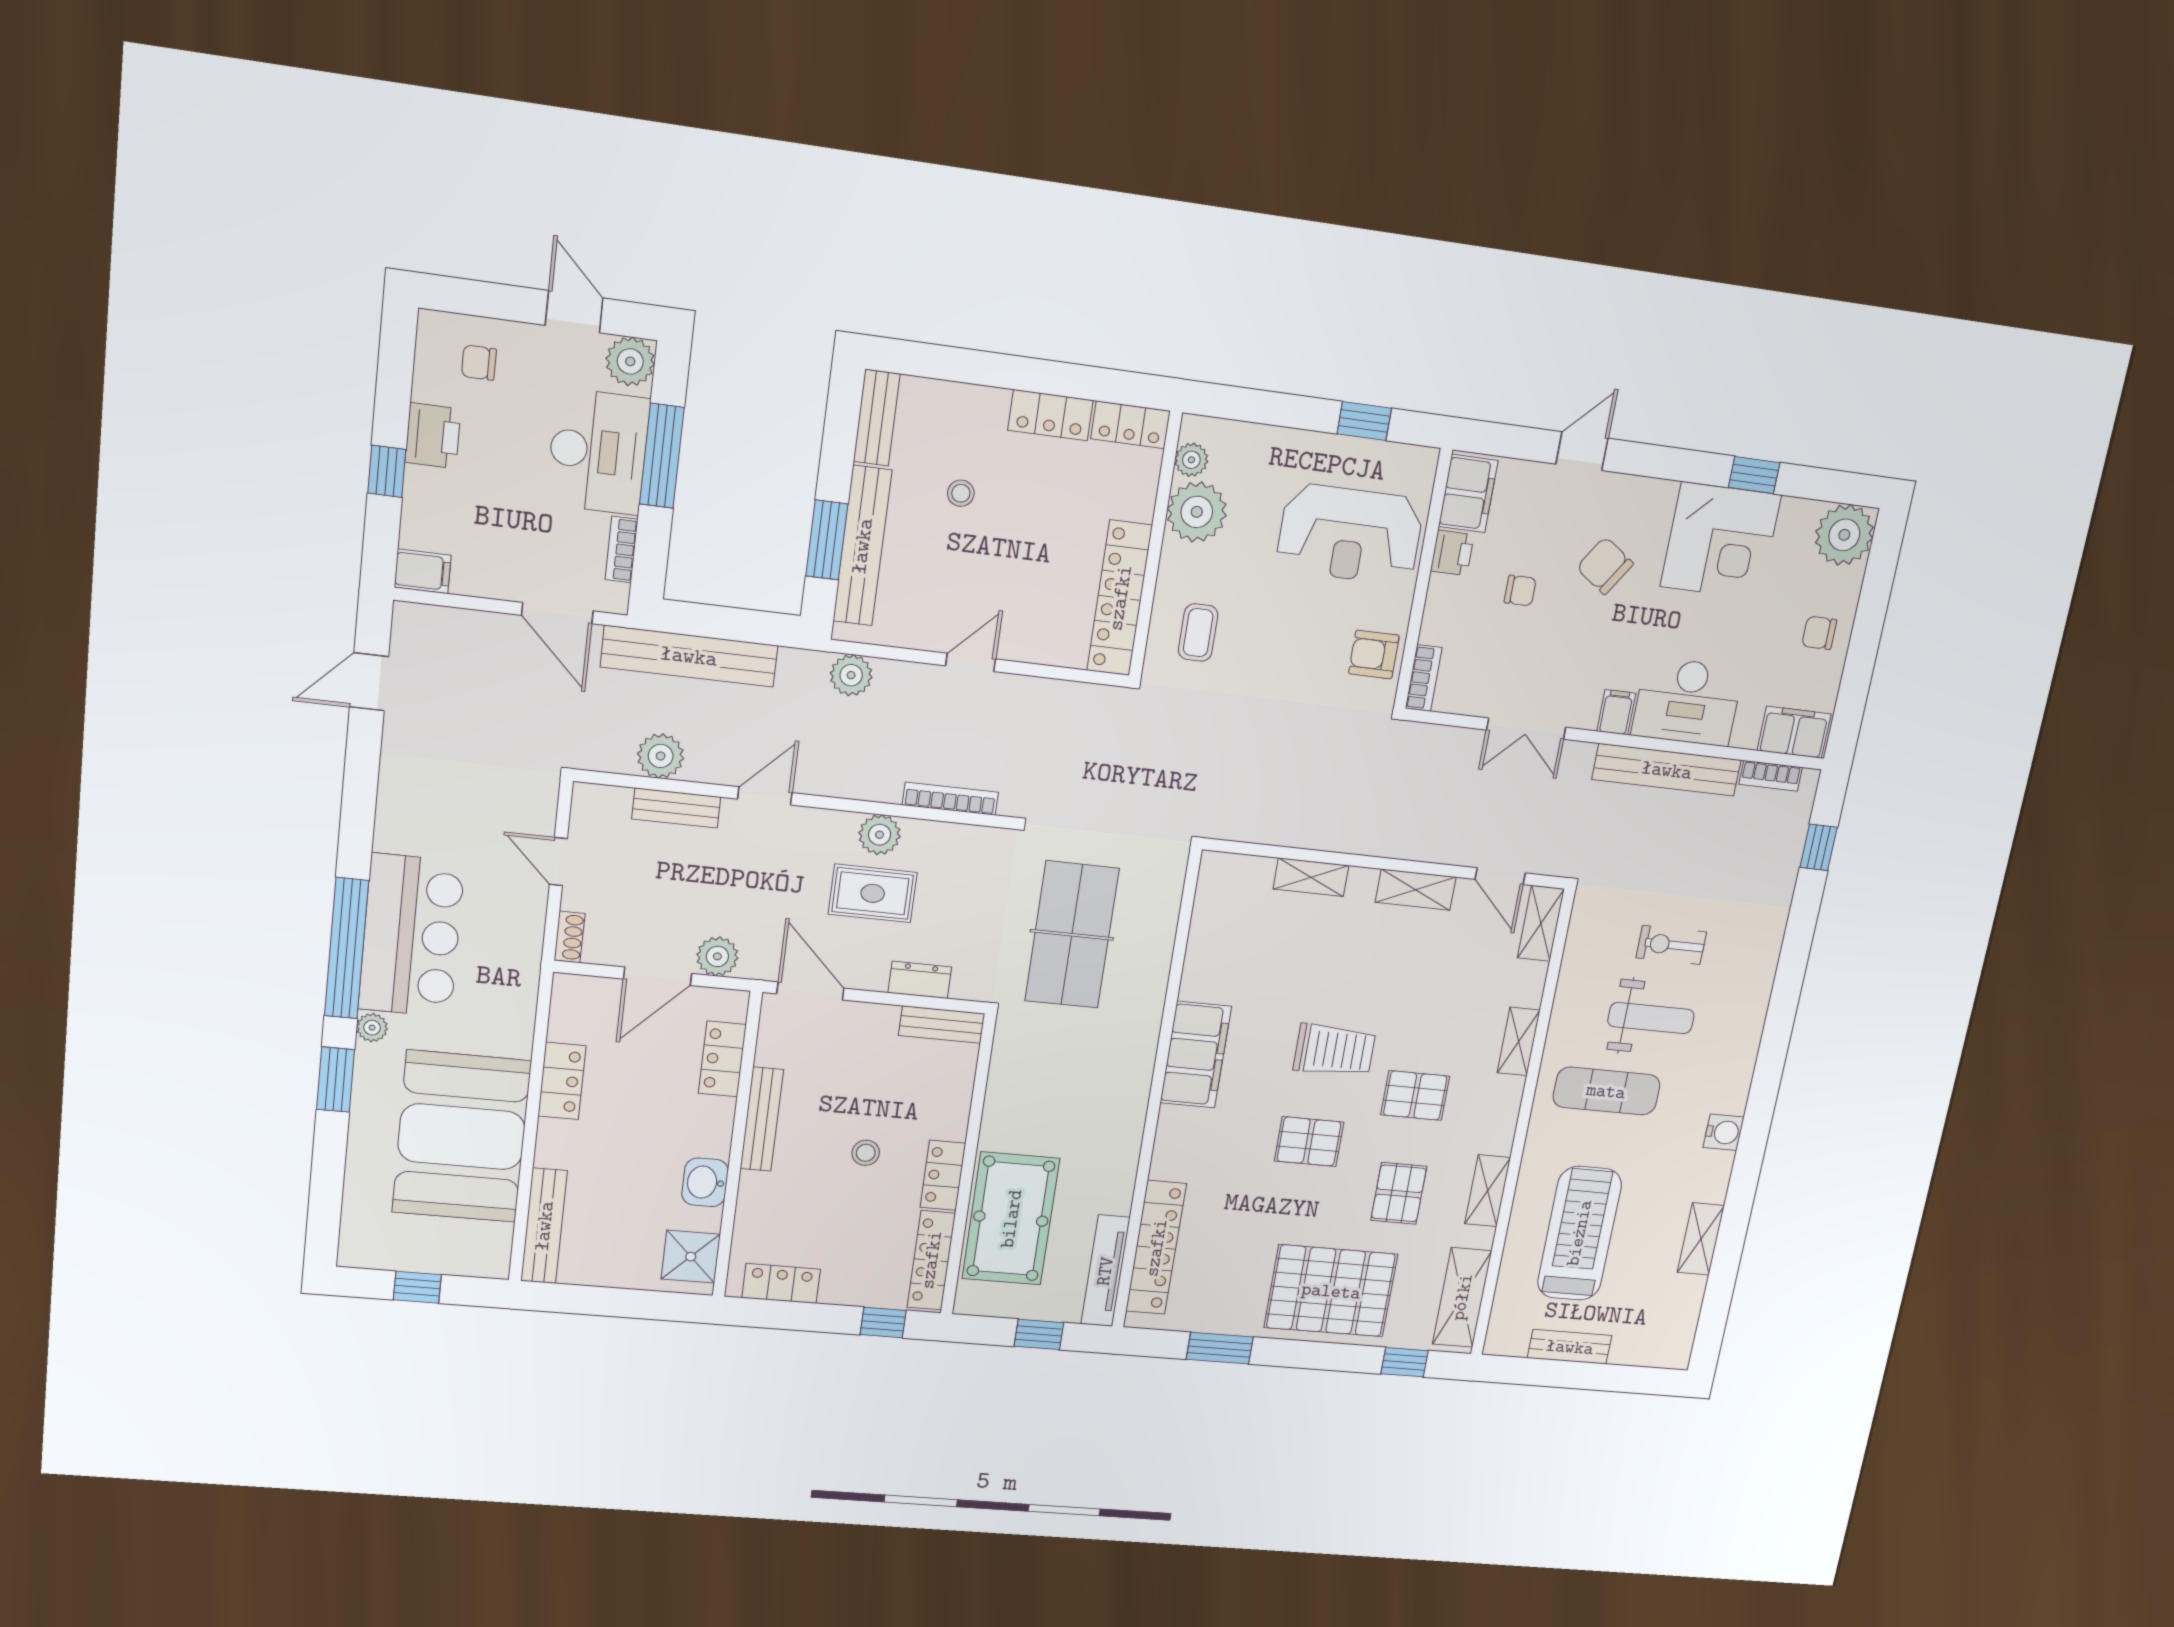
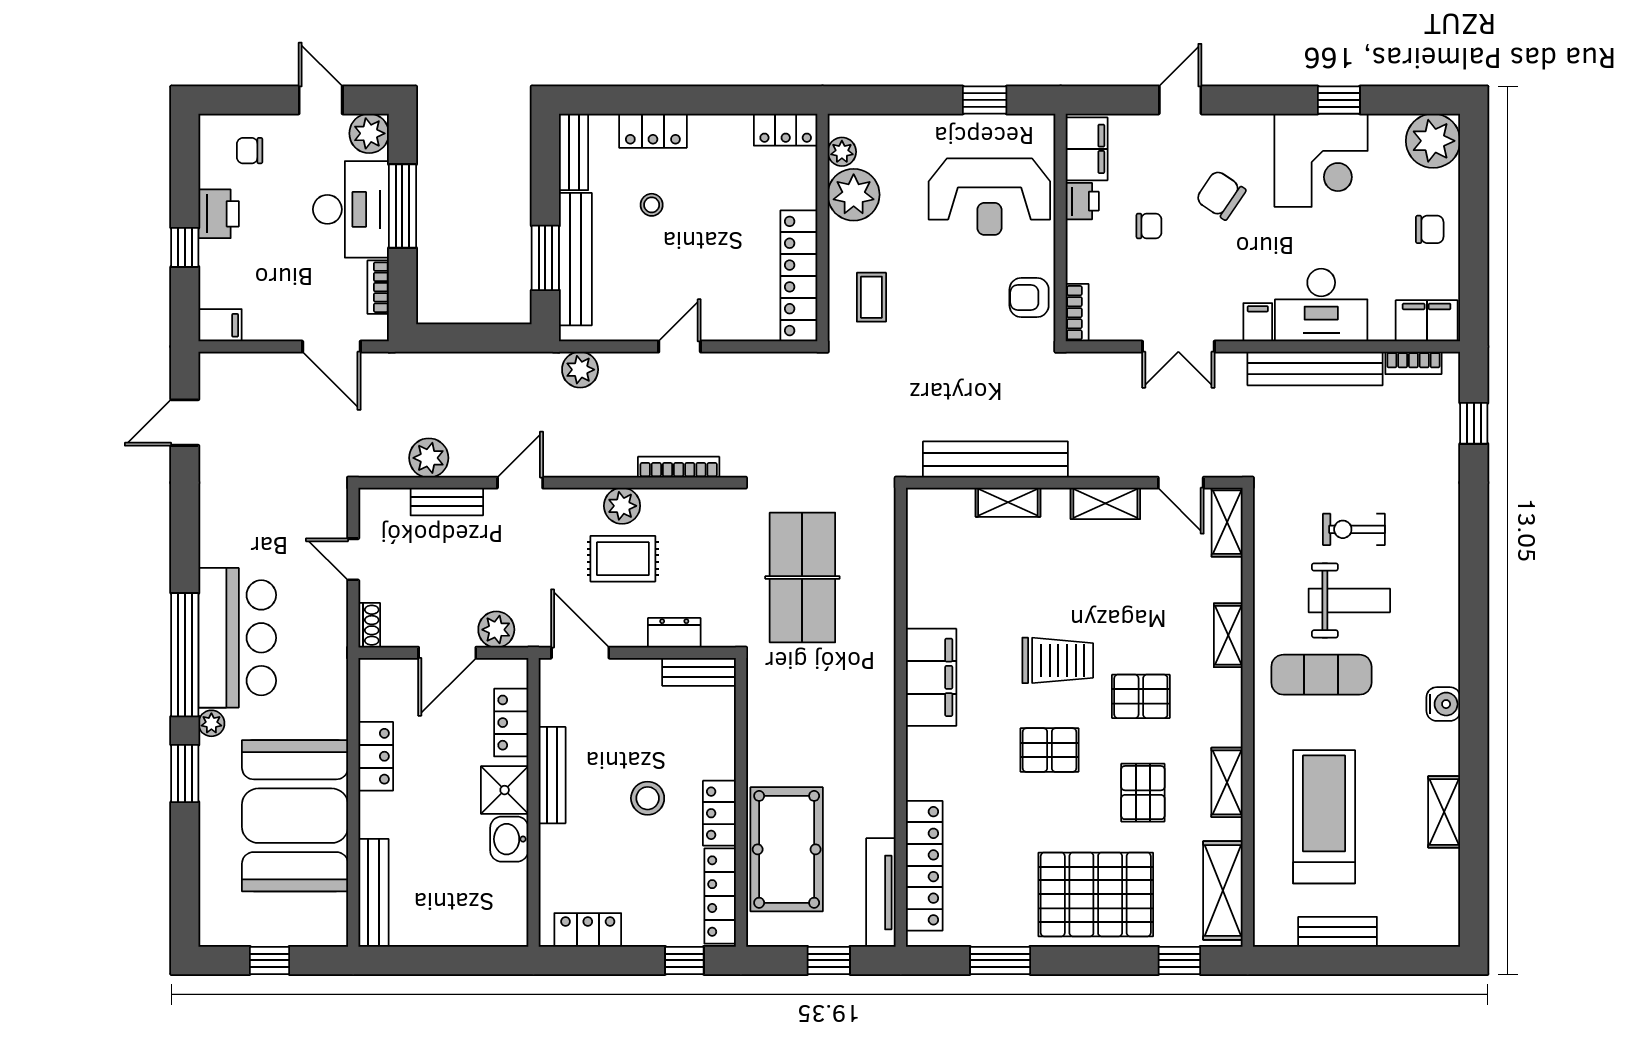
locker: (1050, 415) -> (653, 131), moved
chair: (1819, 633) -> (1430, 229), turned 180
bench: (689, 656) -> (995, 459), moved
stool: (866, 1153) -> (648, 798), width x1.37, depth x1.37
shower: (691, 1257) -> (505, 790), moved

